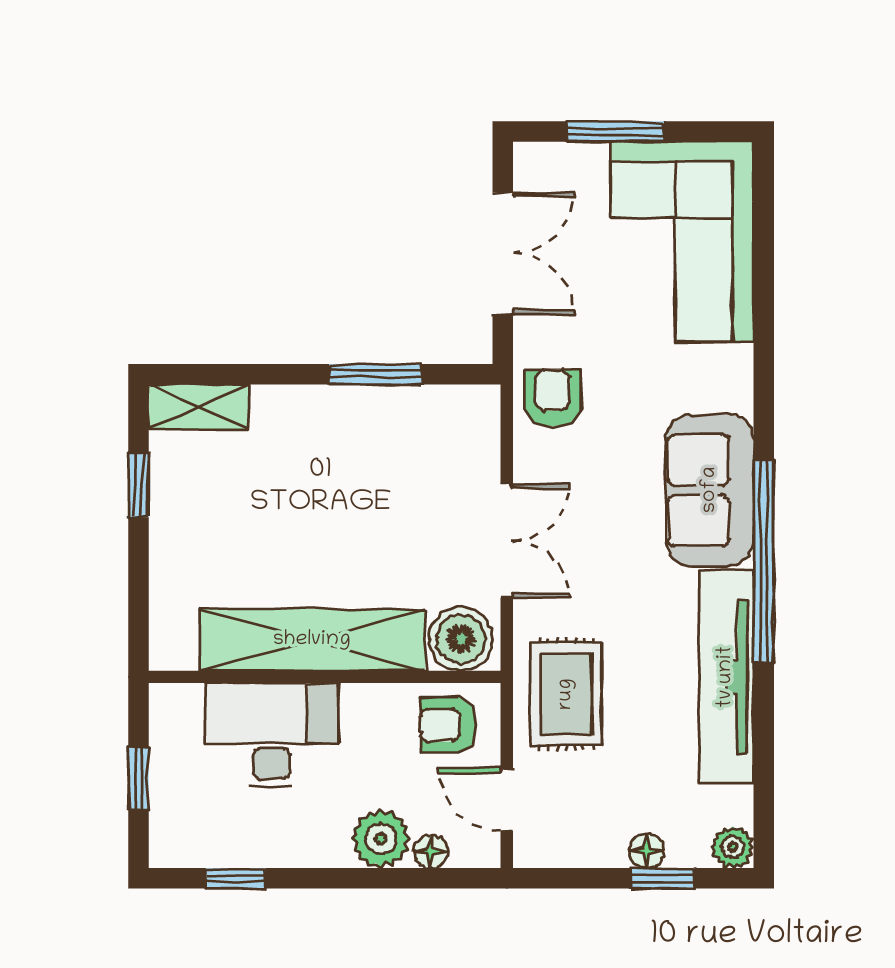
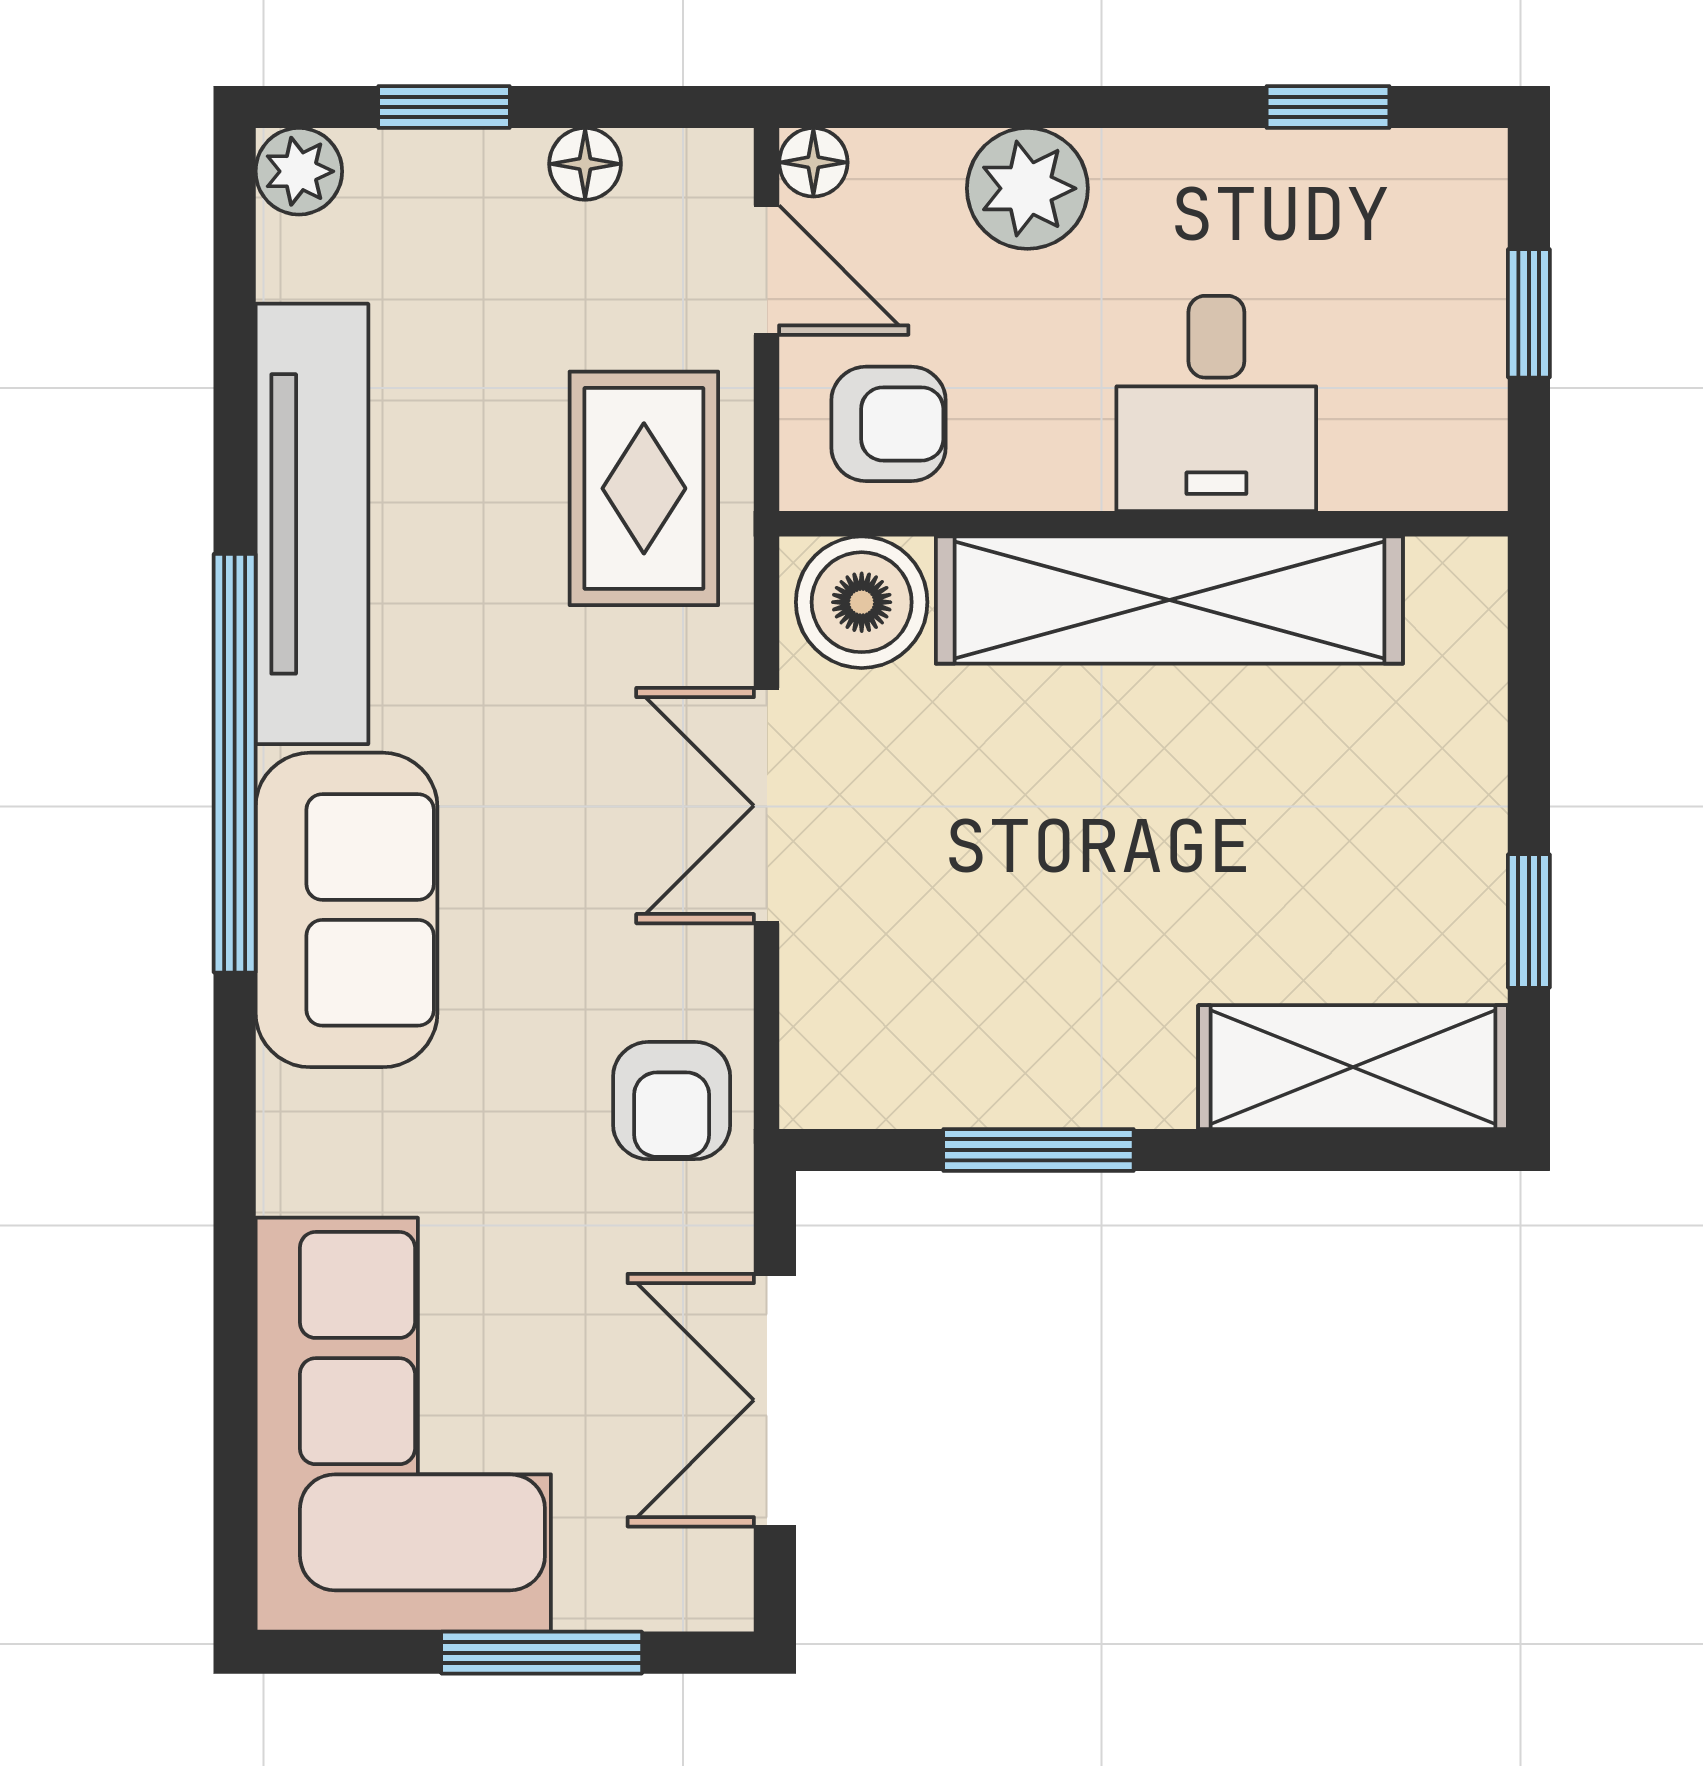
shelving: (198, 407) -> (1353, 1067), width x1.50, depth x1.33
desk: (271, 735) -> (1216, 403), width x0.73
floor lamp: (647, 851) -> (585, 164), moved
floor lamp: (431, 852) -> (813, 162), moved

